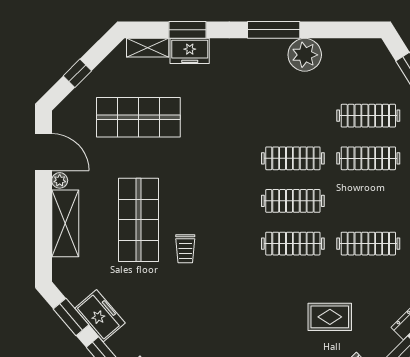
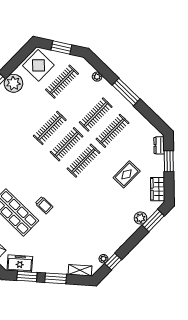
display table: (360, 65) -> (38, 65), added
clothes rail: (368, 158) -> (96, 114), moved
freezer: (100, 316) -> (20, 263), moved

